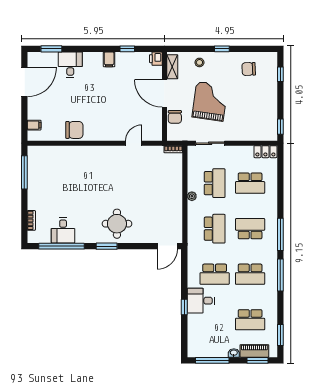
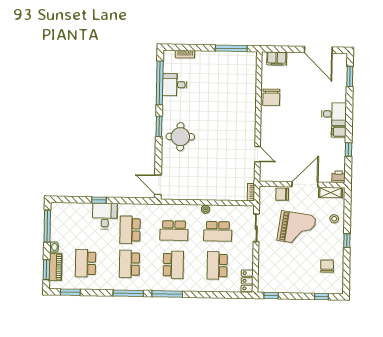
desk: (70, 65) -> (334, 114), moved
filing cabinet: (34, 125) -> (277, 58), width x2.00

